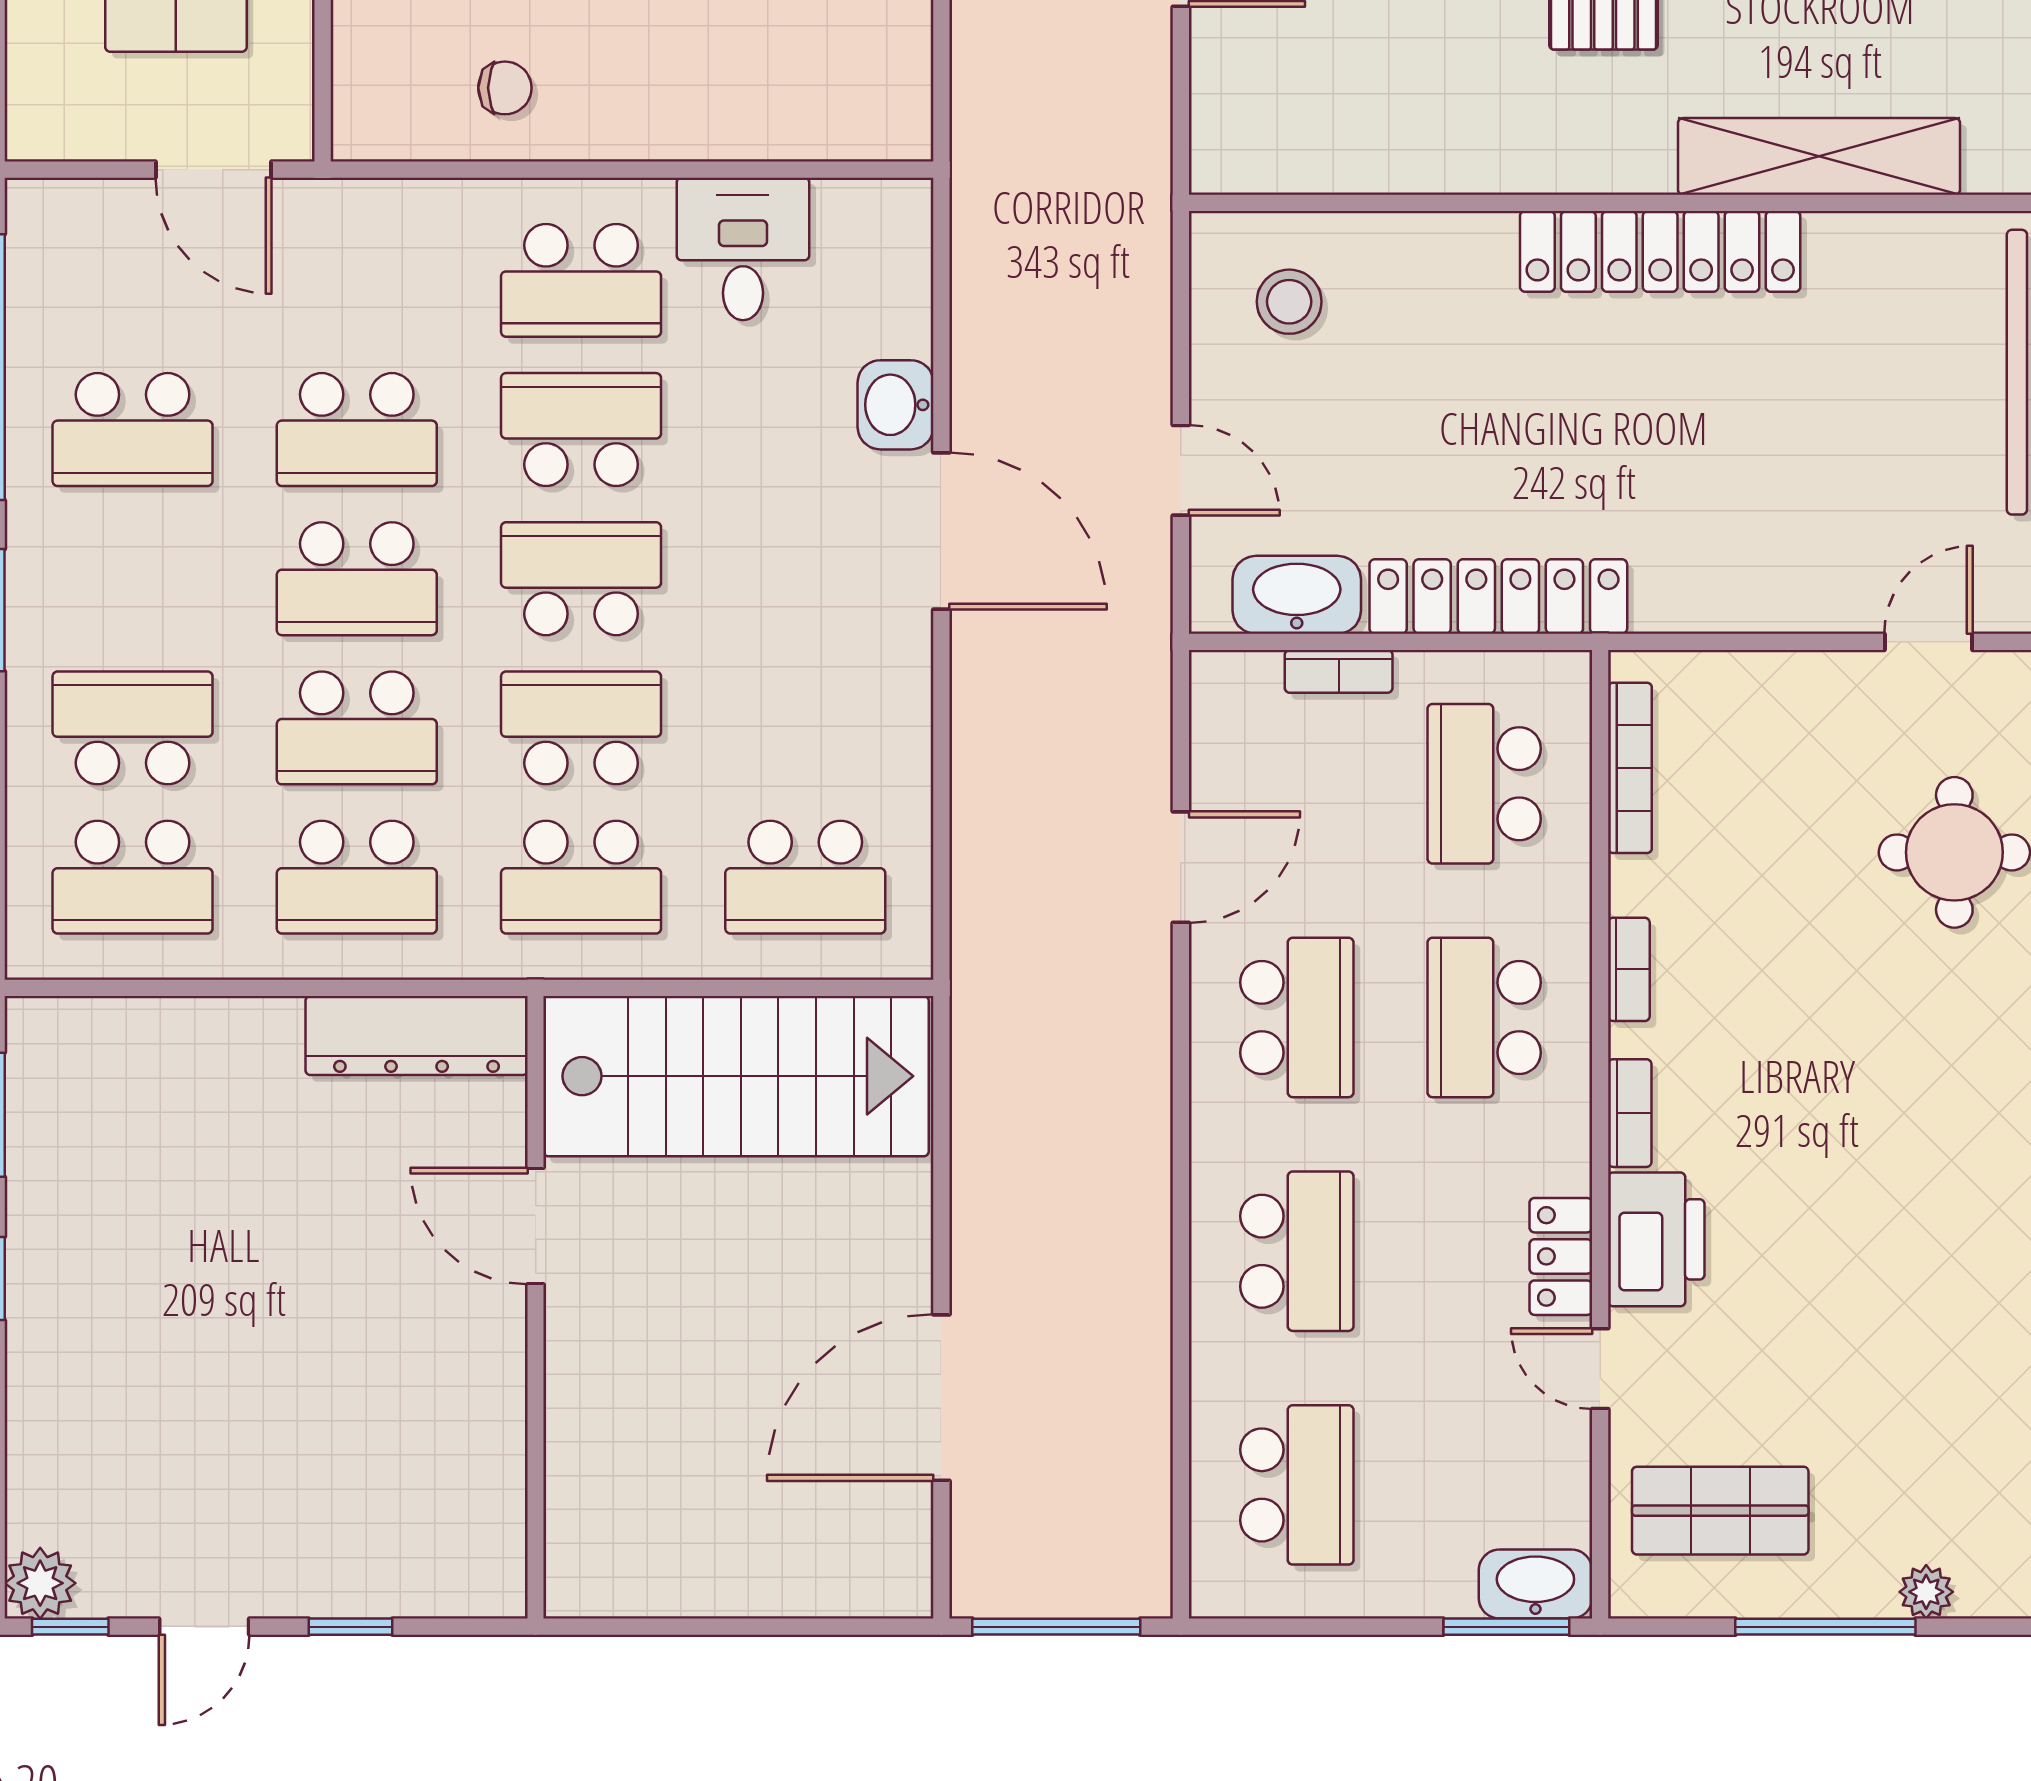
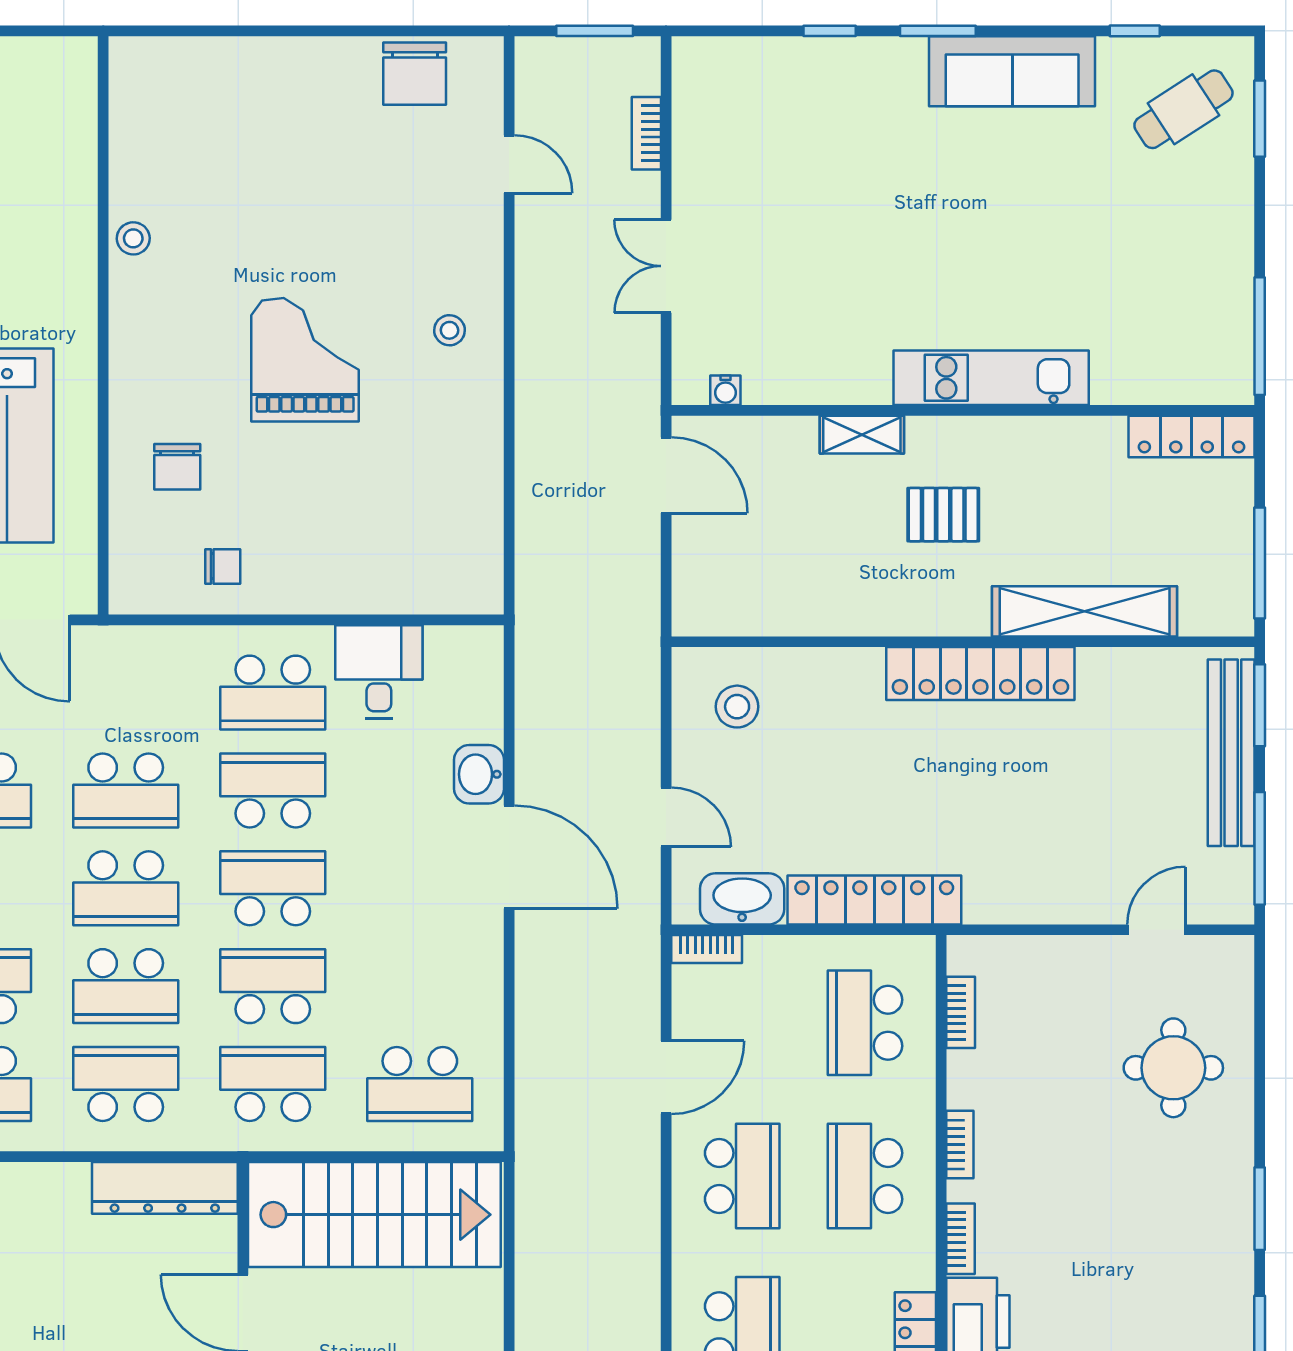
bookcase: (1339, 671) -> (707, 949), moved
bookcase: (1630, 768) -> (961, 1012), width x0.64
school desk: (357, 877) -> (126, 1084), turned 180
school desk: (581, 877) -> (273, 1084), turned 180

